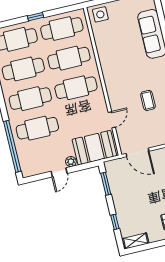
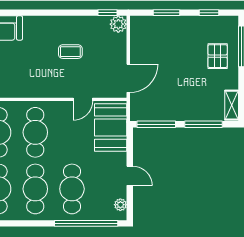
door: (112, 120) -> (83, 99), swing flipped
plant: (71, 162) -> (120, 205), moved
window: (106, 184) -> (156, 124), width x1.44
window: (115, 222) -> (203, 124), width x2.17

